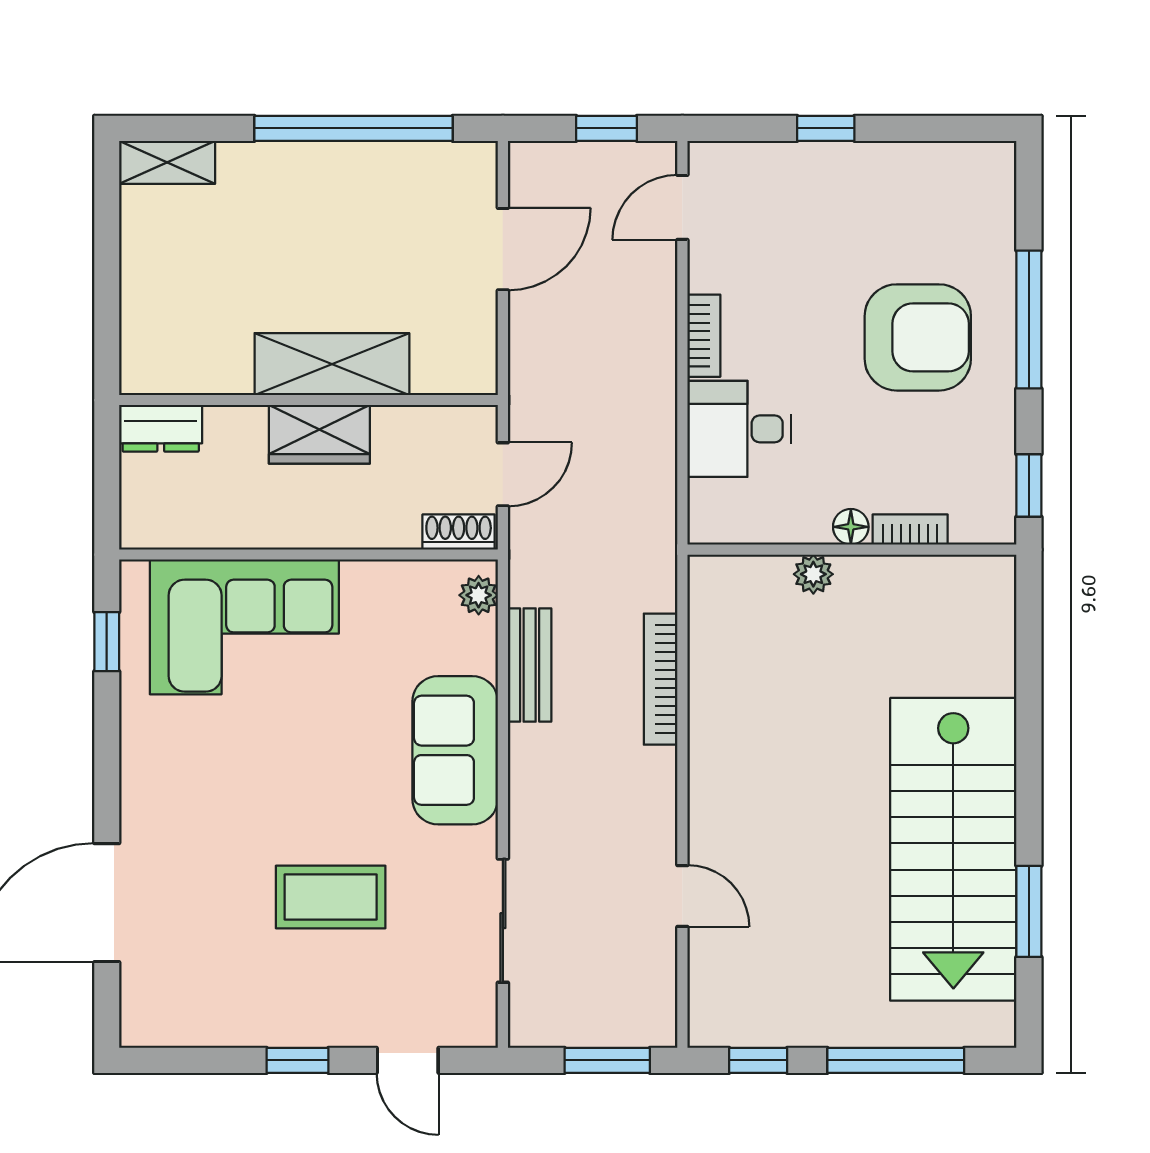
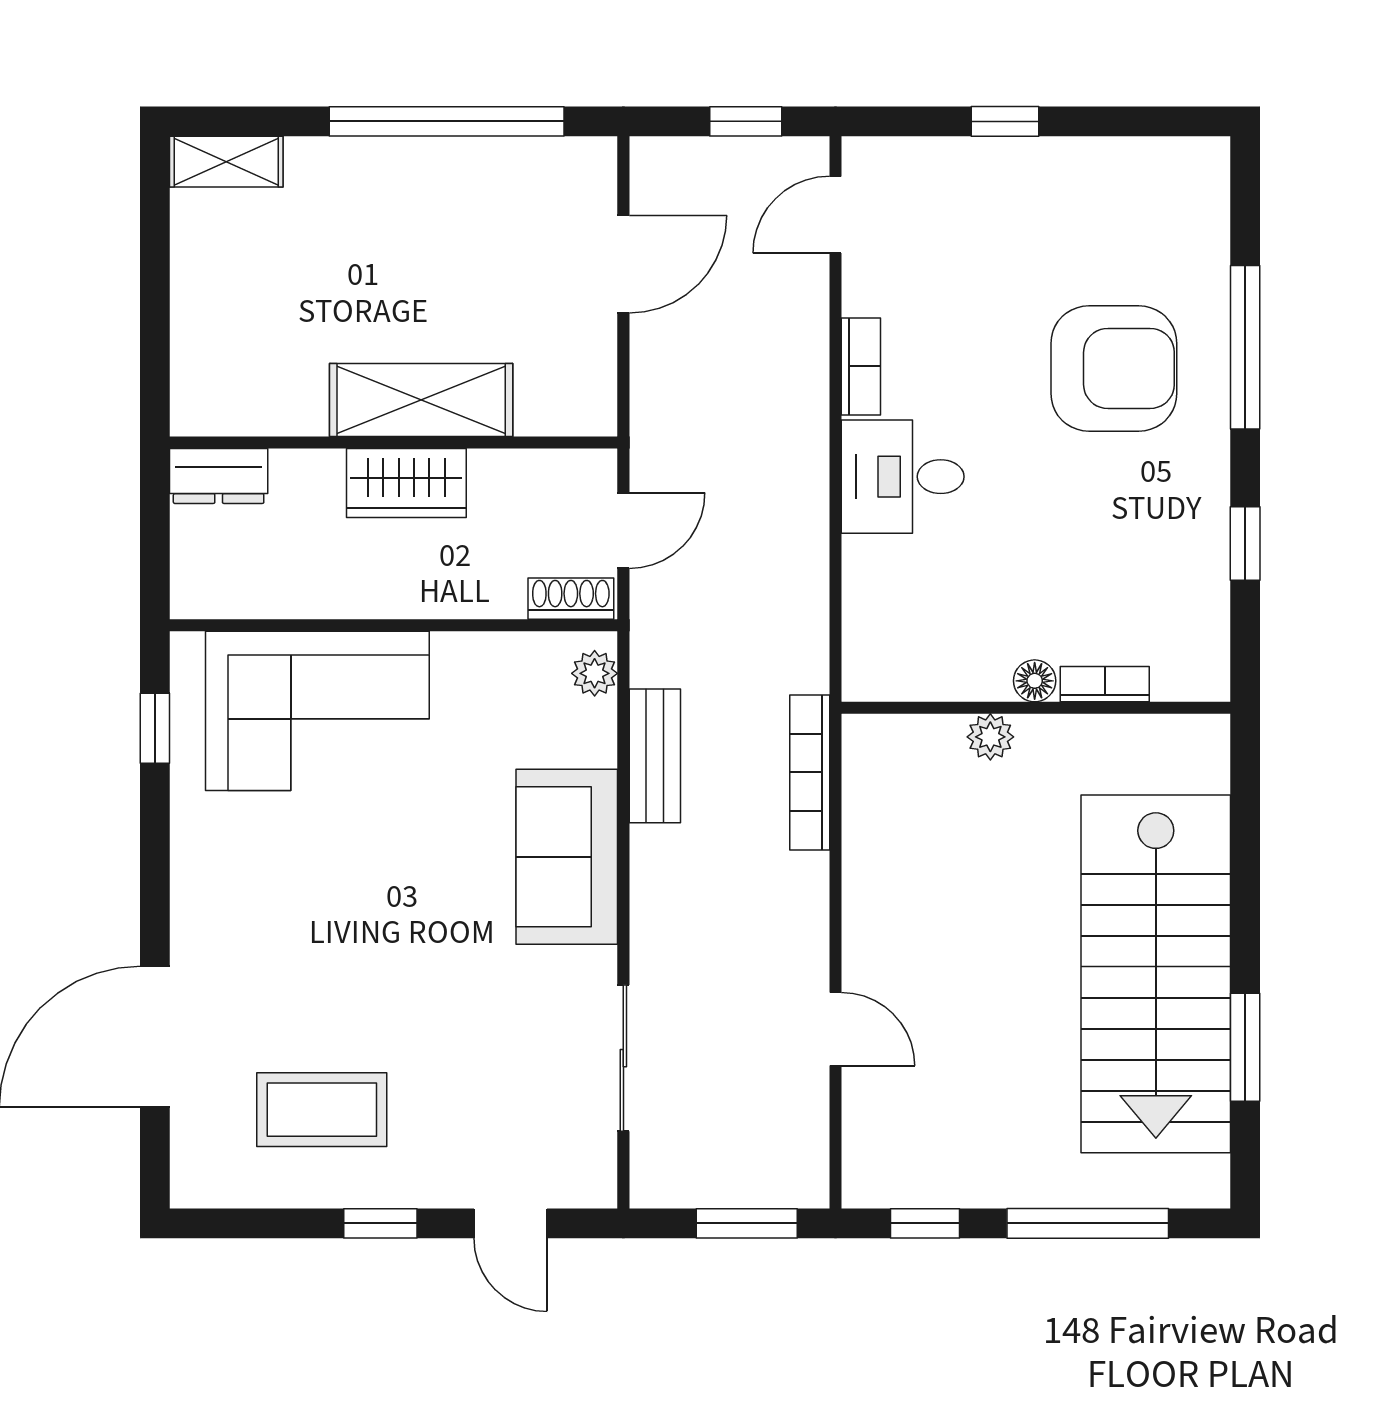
floor lamp: (851, 527) -> (1035, 681), moved
bookcase: (910, 530) -> (1105, 684), moved
wall: (852, 550) -> (1036, 708), moved
plant: (813, 574) -> (990, 737), moved
coffee table: (331, 897) -> (322, 1110), moved

